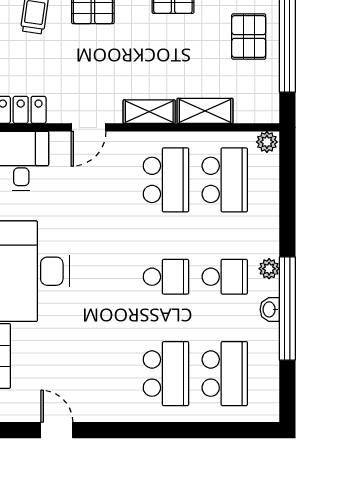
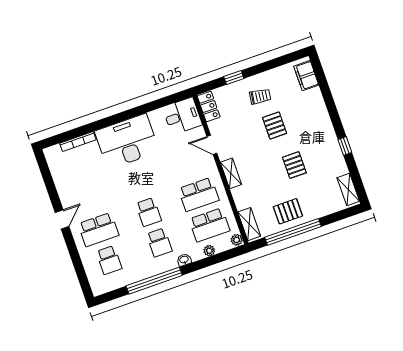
shelving: (205, 111) -> (249, 224), moved
plant: (269, 269) -> (209, 251), moved
washbasin: (270, 309) -> (184, 260), moved
school desk: (225, 374) -> (109, 260), width x0.54
door: (57, 430) -> (62, 219), moved

